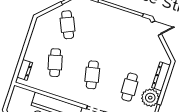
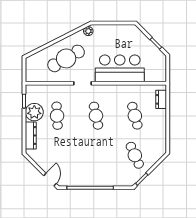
door: (156, 28) -> (50, 180), swing flipped

